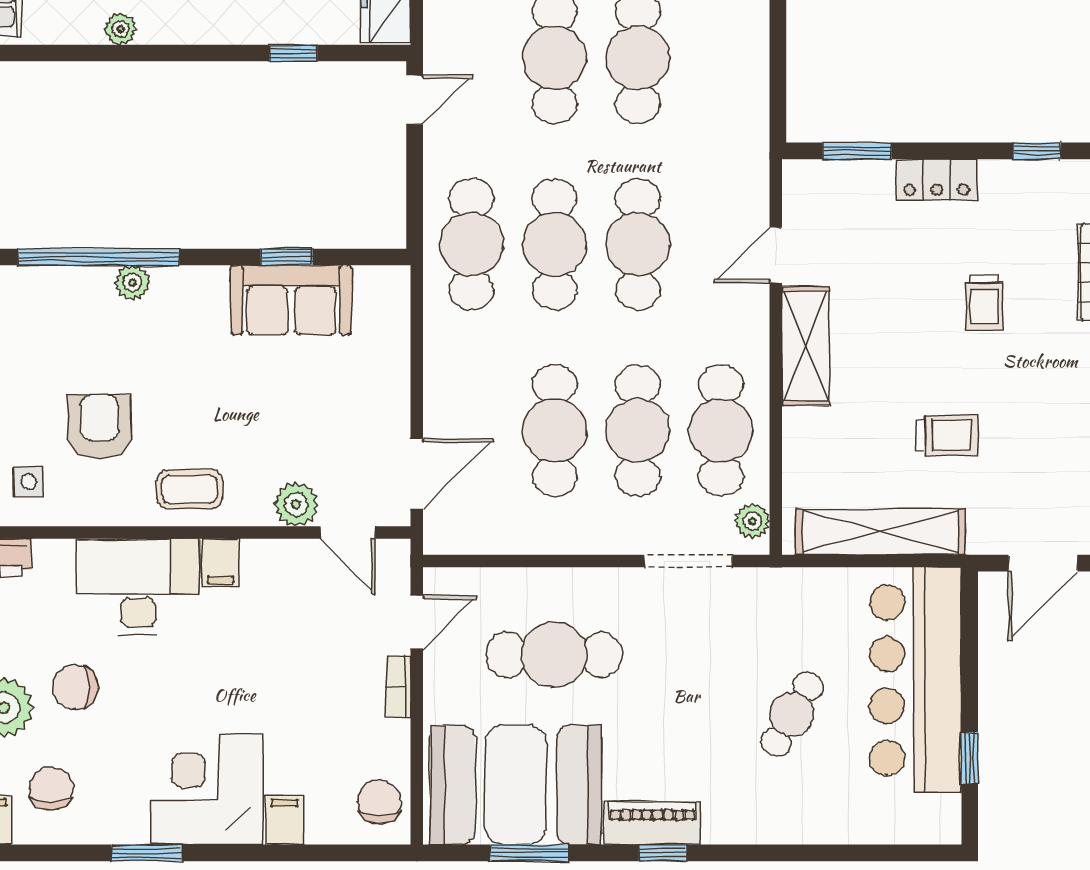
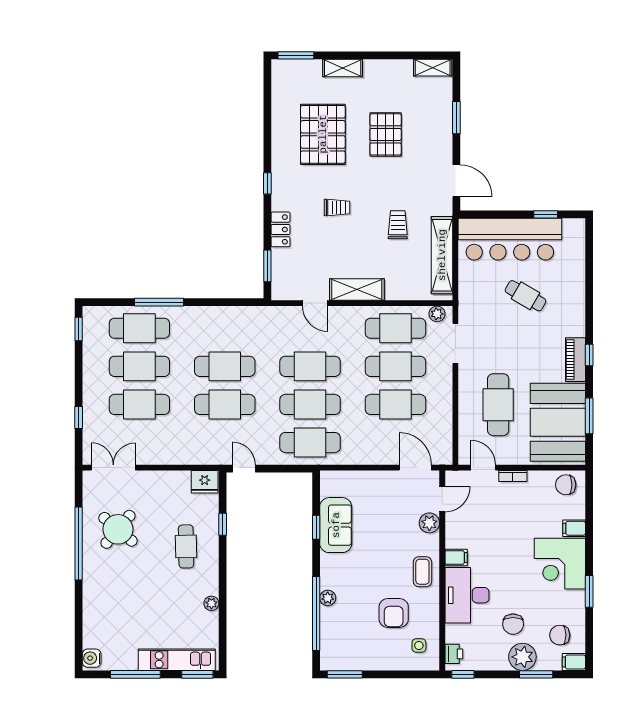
armchair: (99, 426) -> (394, 613), turned -90

